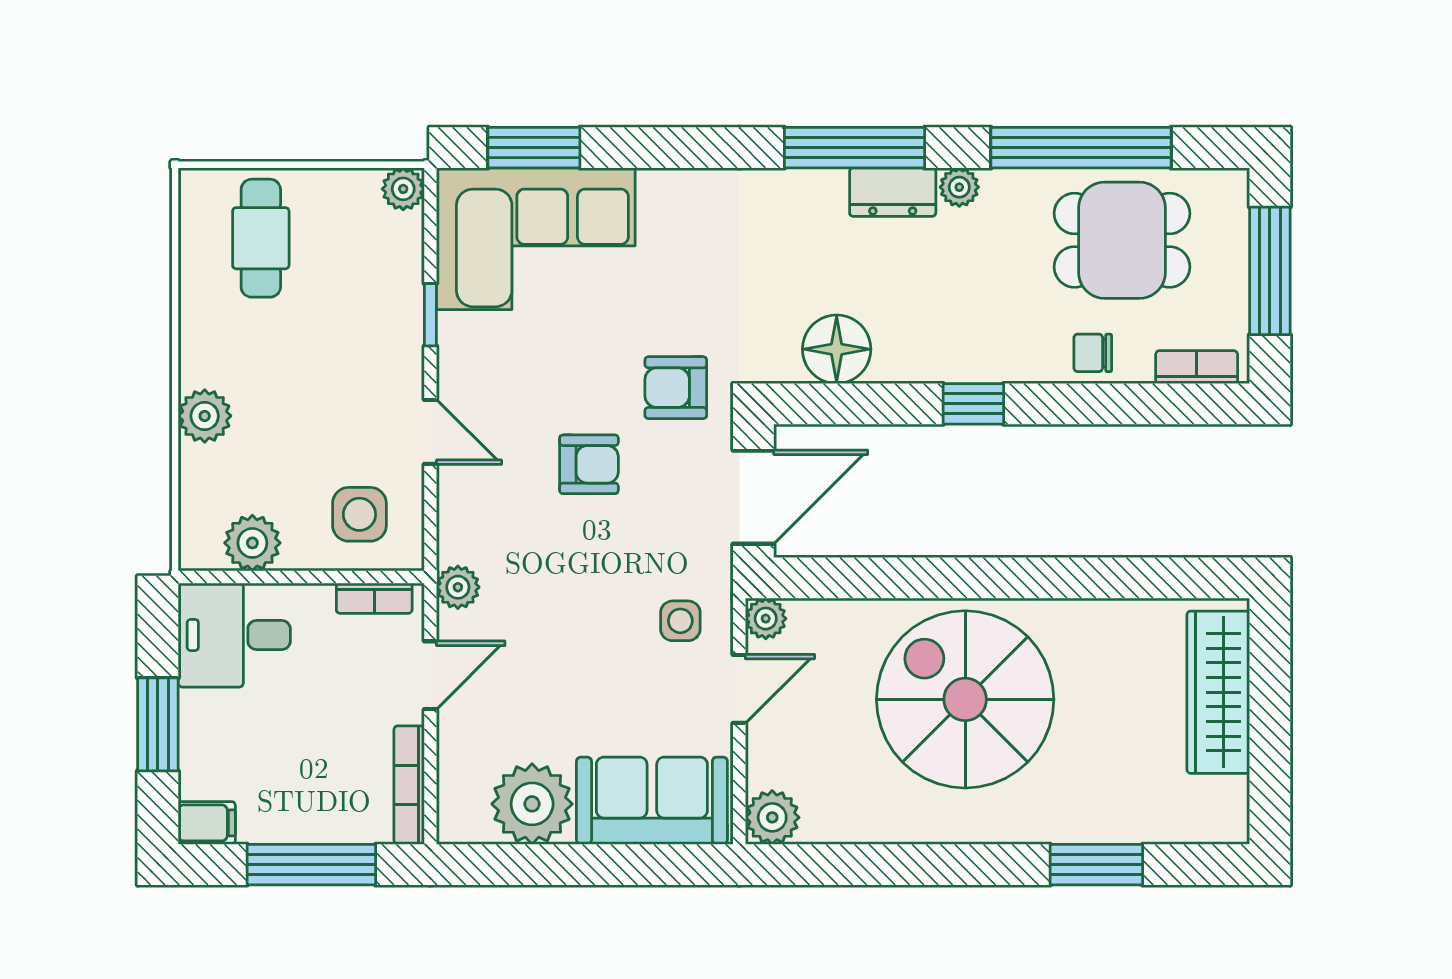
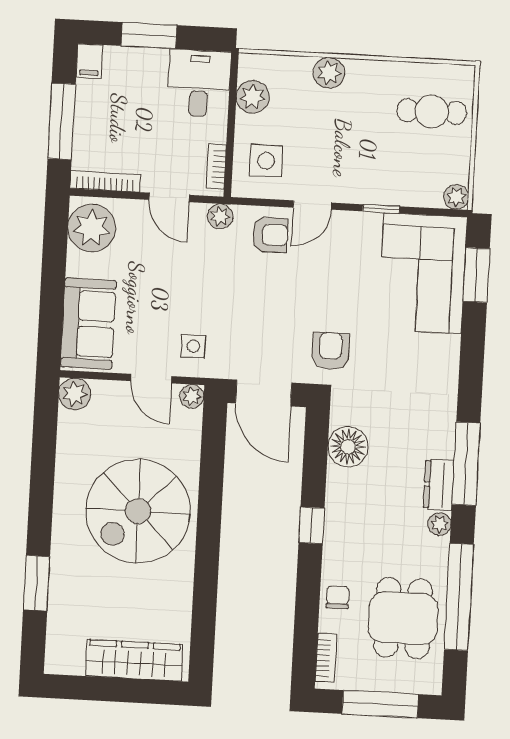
armchair: (589, 464) -> (270, 235), moved, turned -90
spiral stairs: (965, 699) -> (138, 511), turned 180
plant: (532, 804) -> (92, 228), moved

